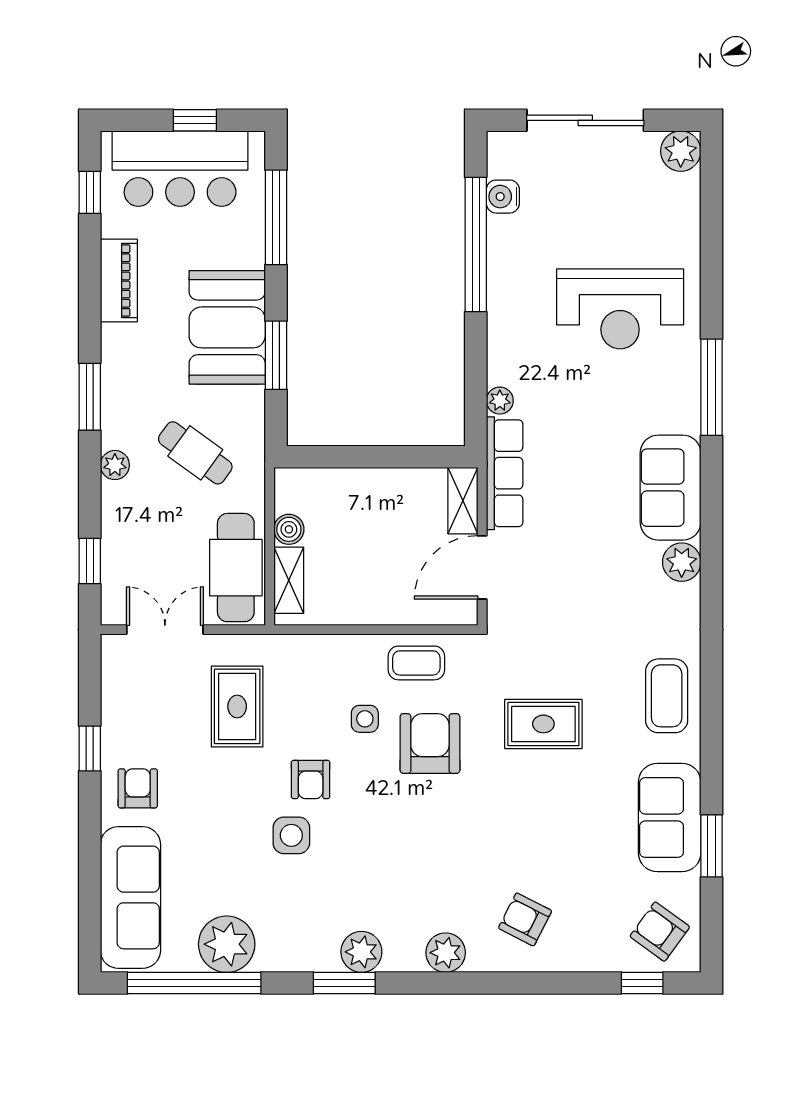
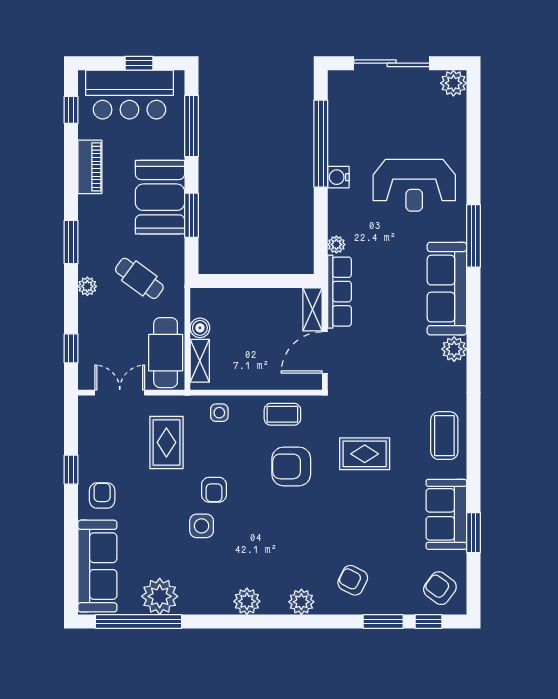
water cooler: (503, 197) -> (338, 177), moved
sofa: (671, 488) -> (447, 289), width x1.36
side table: (365, 719) -> (219, 413), moved
armchair: (430, 743) -> (291, 466), turned -90
window: (344, 983) -> (383, 621), moved

